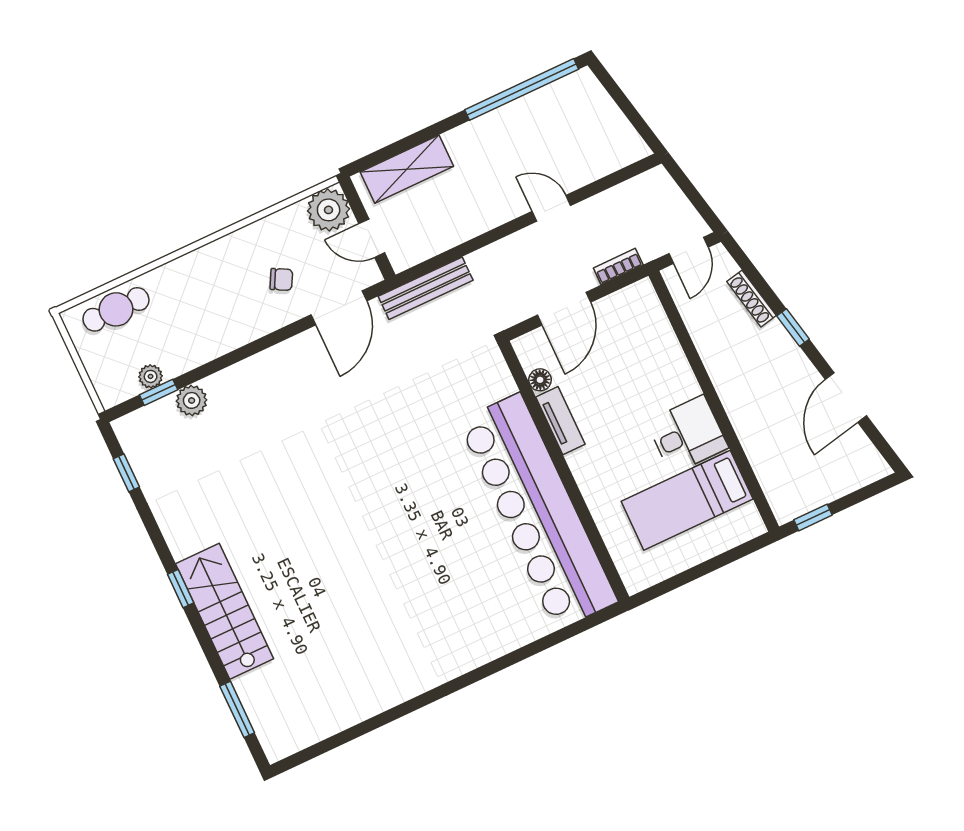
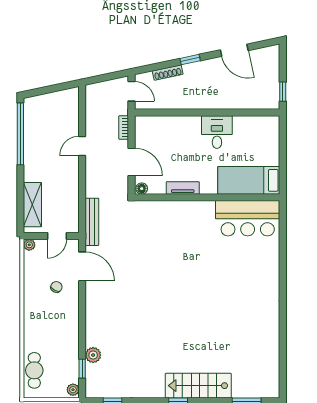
plant: (329, 210) -> (29, 245), width x0.53, depth x0.53
plant: (151, 376) -> (73, 390), moved
floor lamp: (540, 380) -> (142, 189), moved
bed: (687, 500) -> (249, 180), moved, turned 90
bar counter: (538, 512) -> (248, 218), width x0.54

